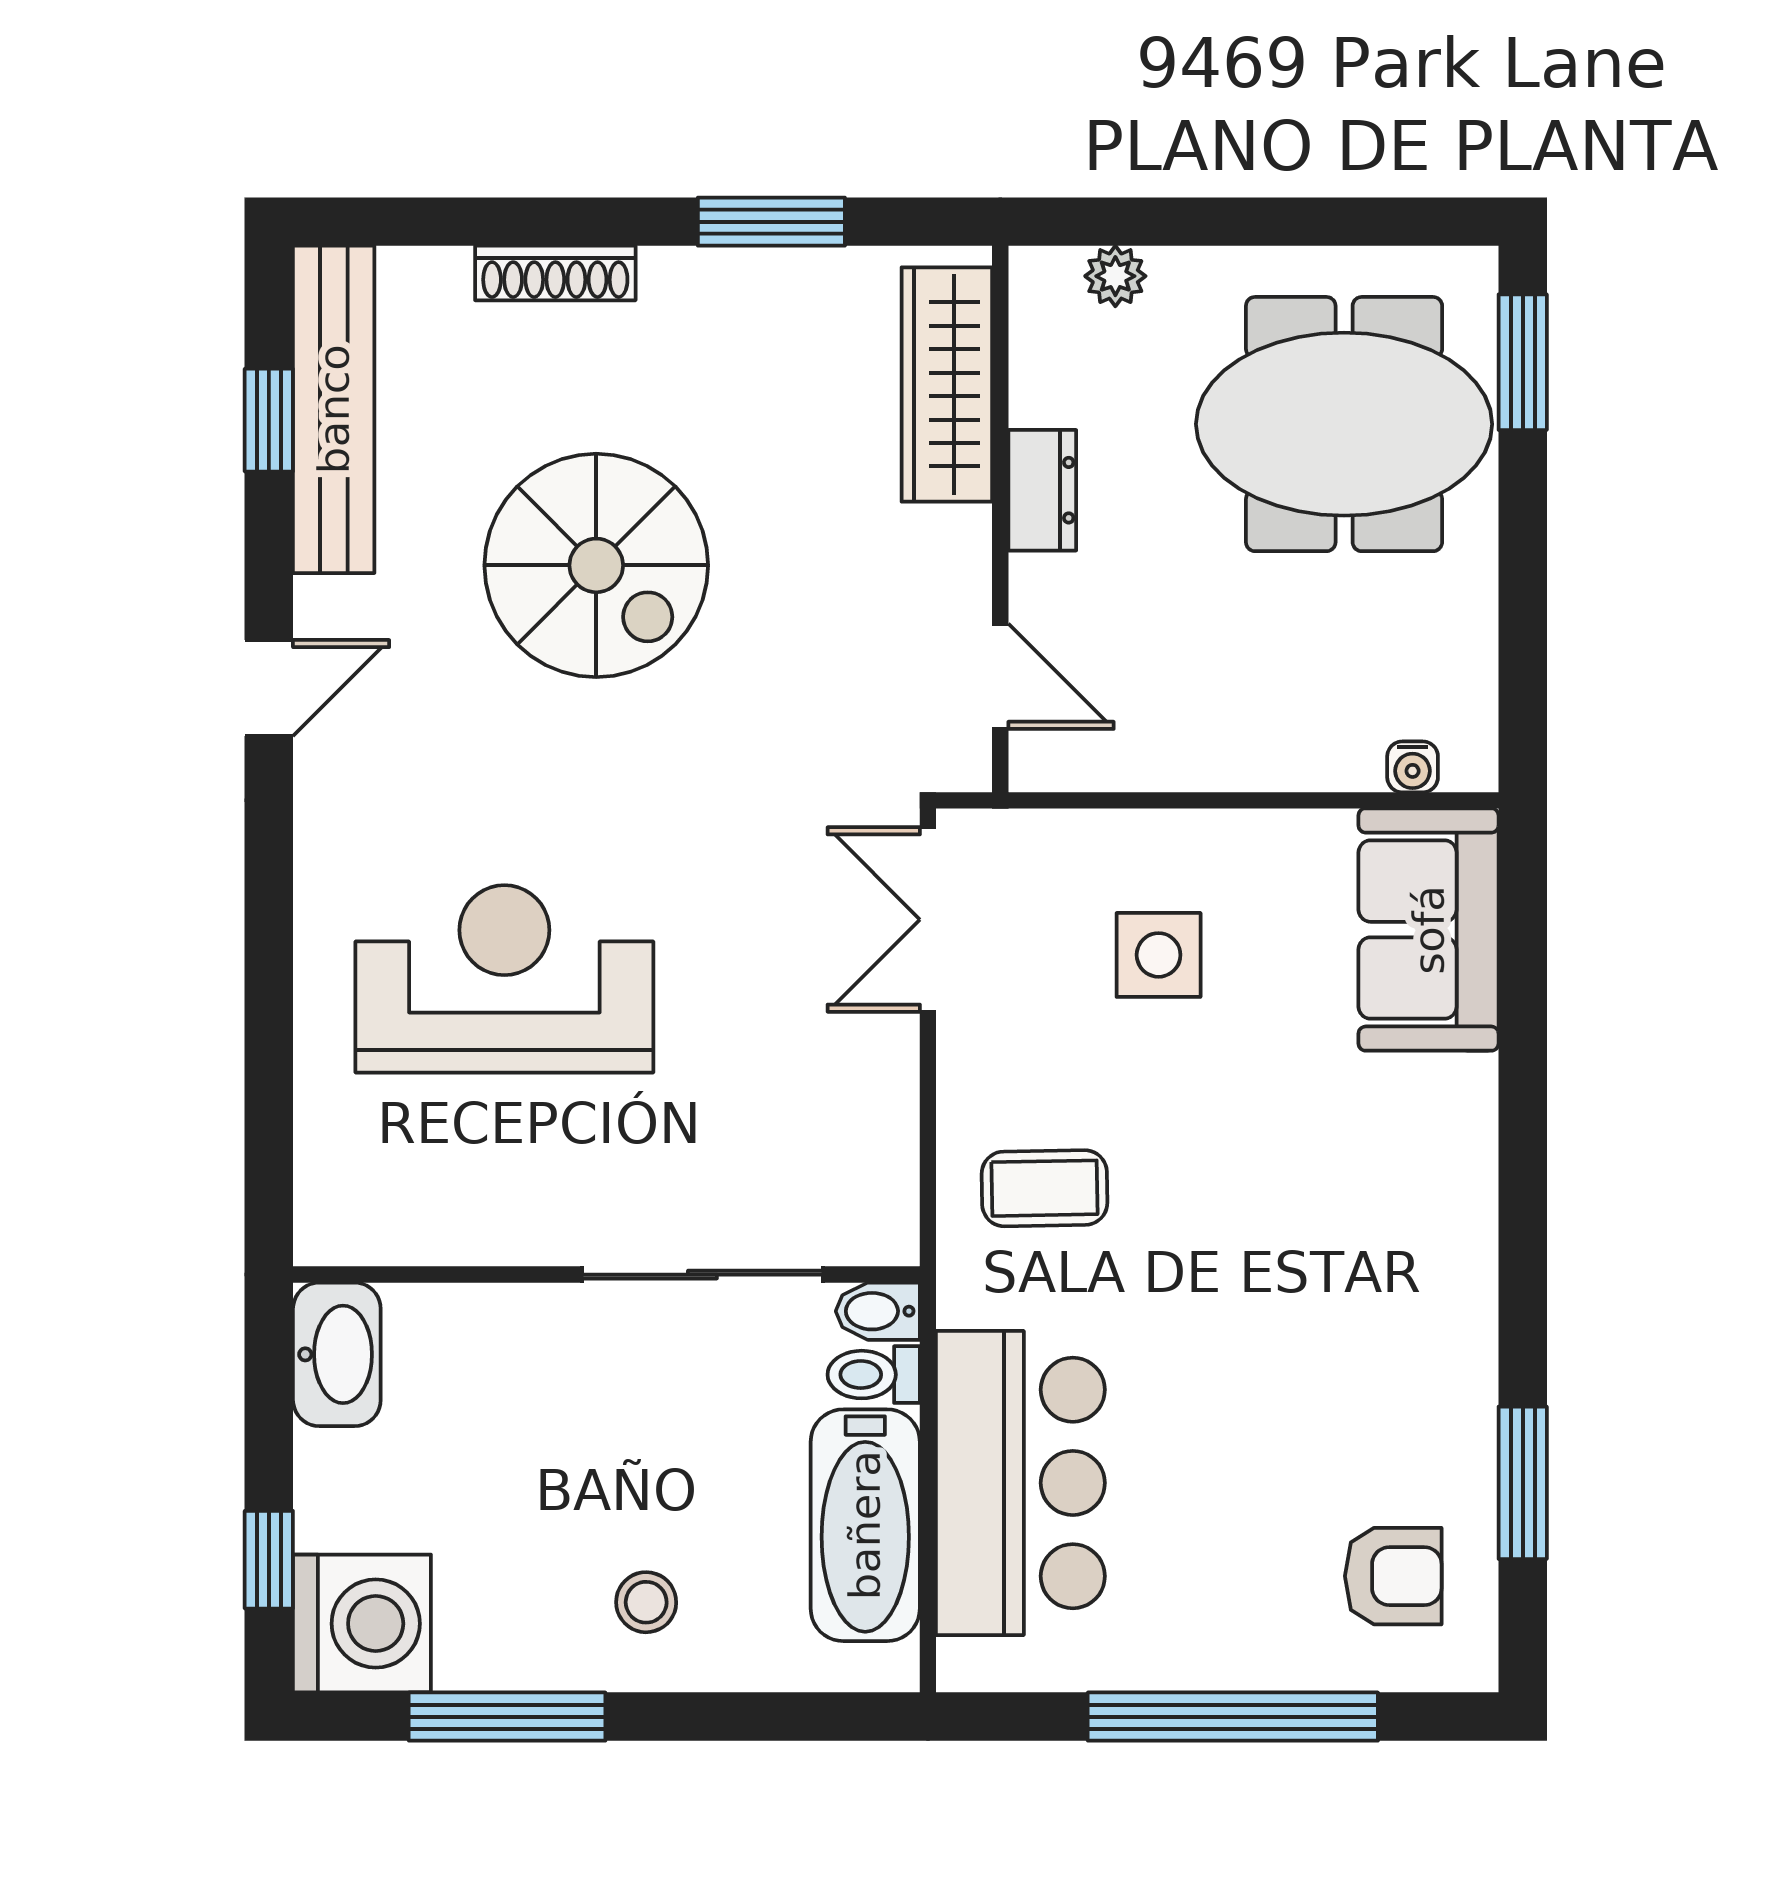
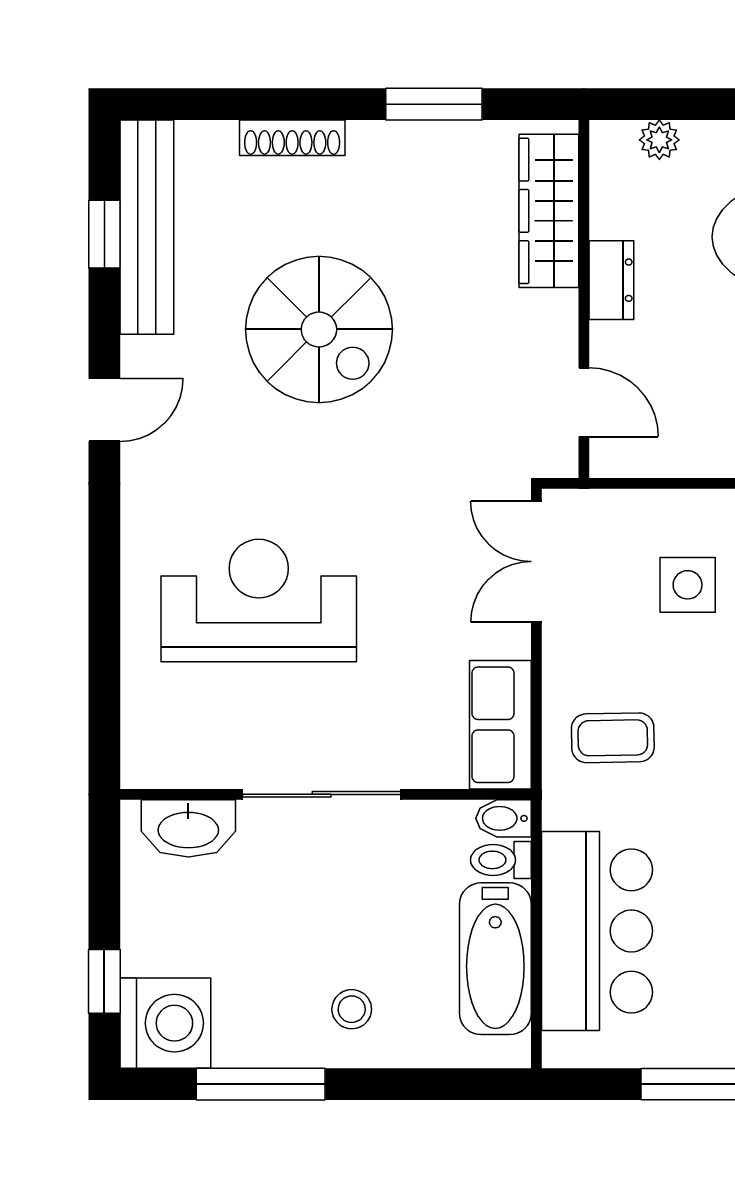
row of seats: (873, 1168) -> (500, 725), added
sliding door: (702, 1275) -> (322, 794), moved
washbasin: (337, 1354) -> (188, 828), moved, turned 90

